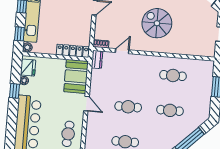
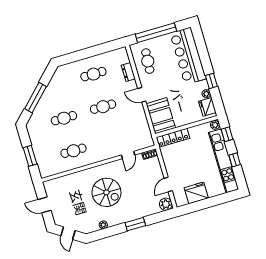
dresser: (97, 60) -> (128, 72), moved

